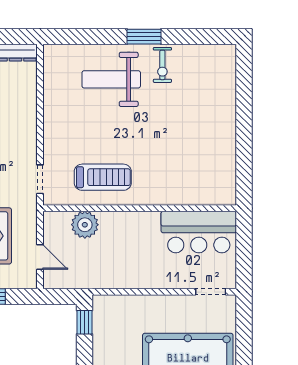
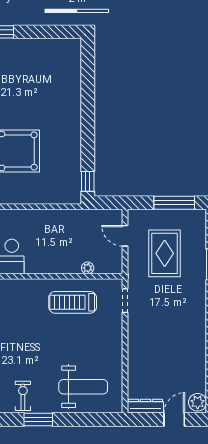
weight bench: (111, 79) -> (83, 387), moved
plant: (85, 225) -> (88, 268), width x0.53, depth x0.53

